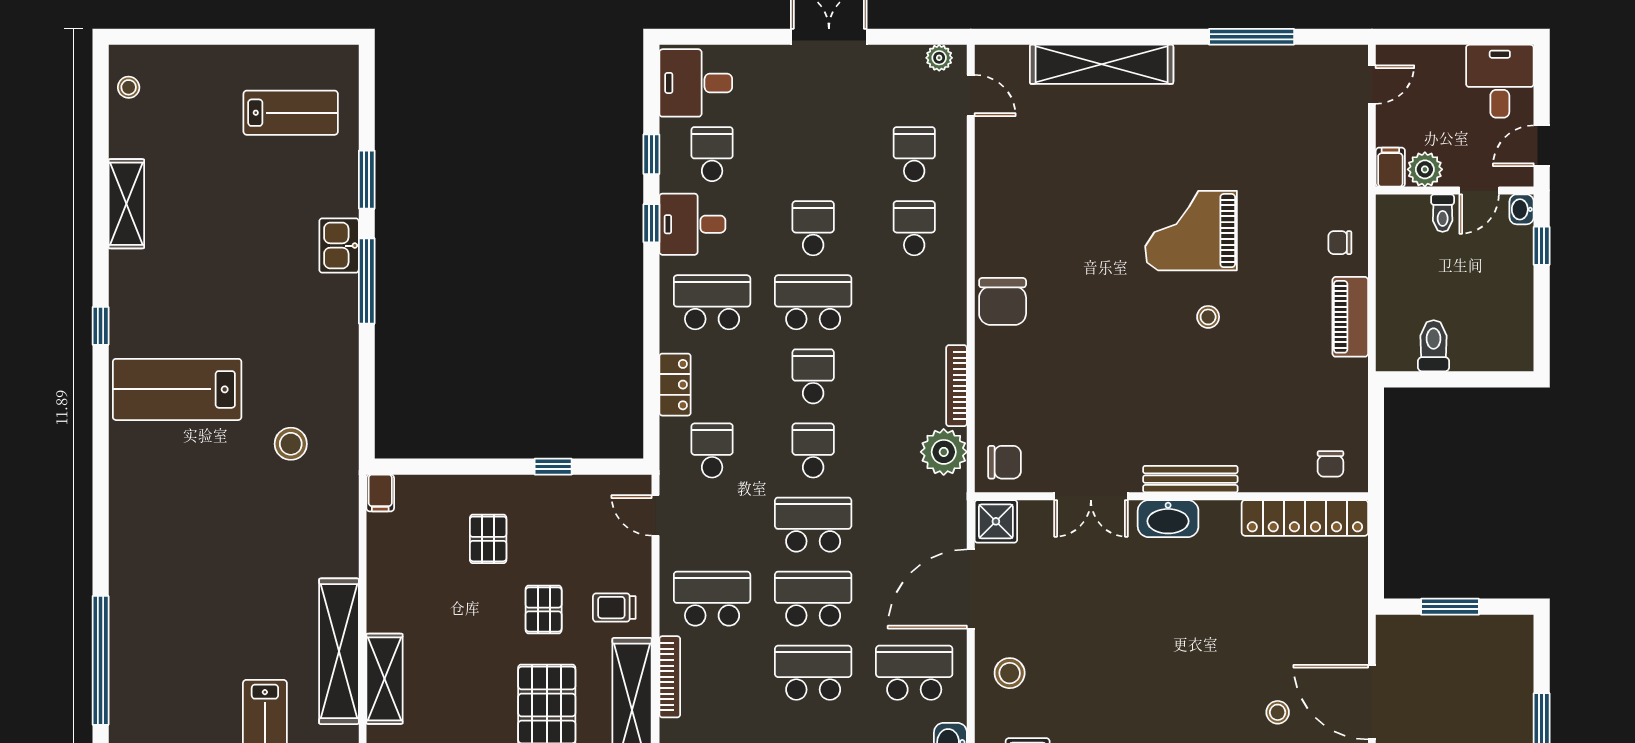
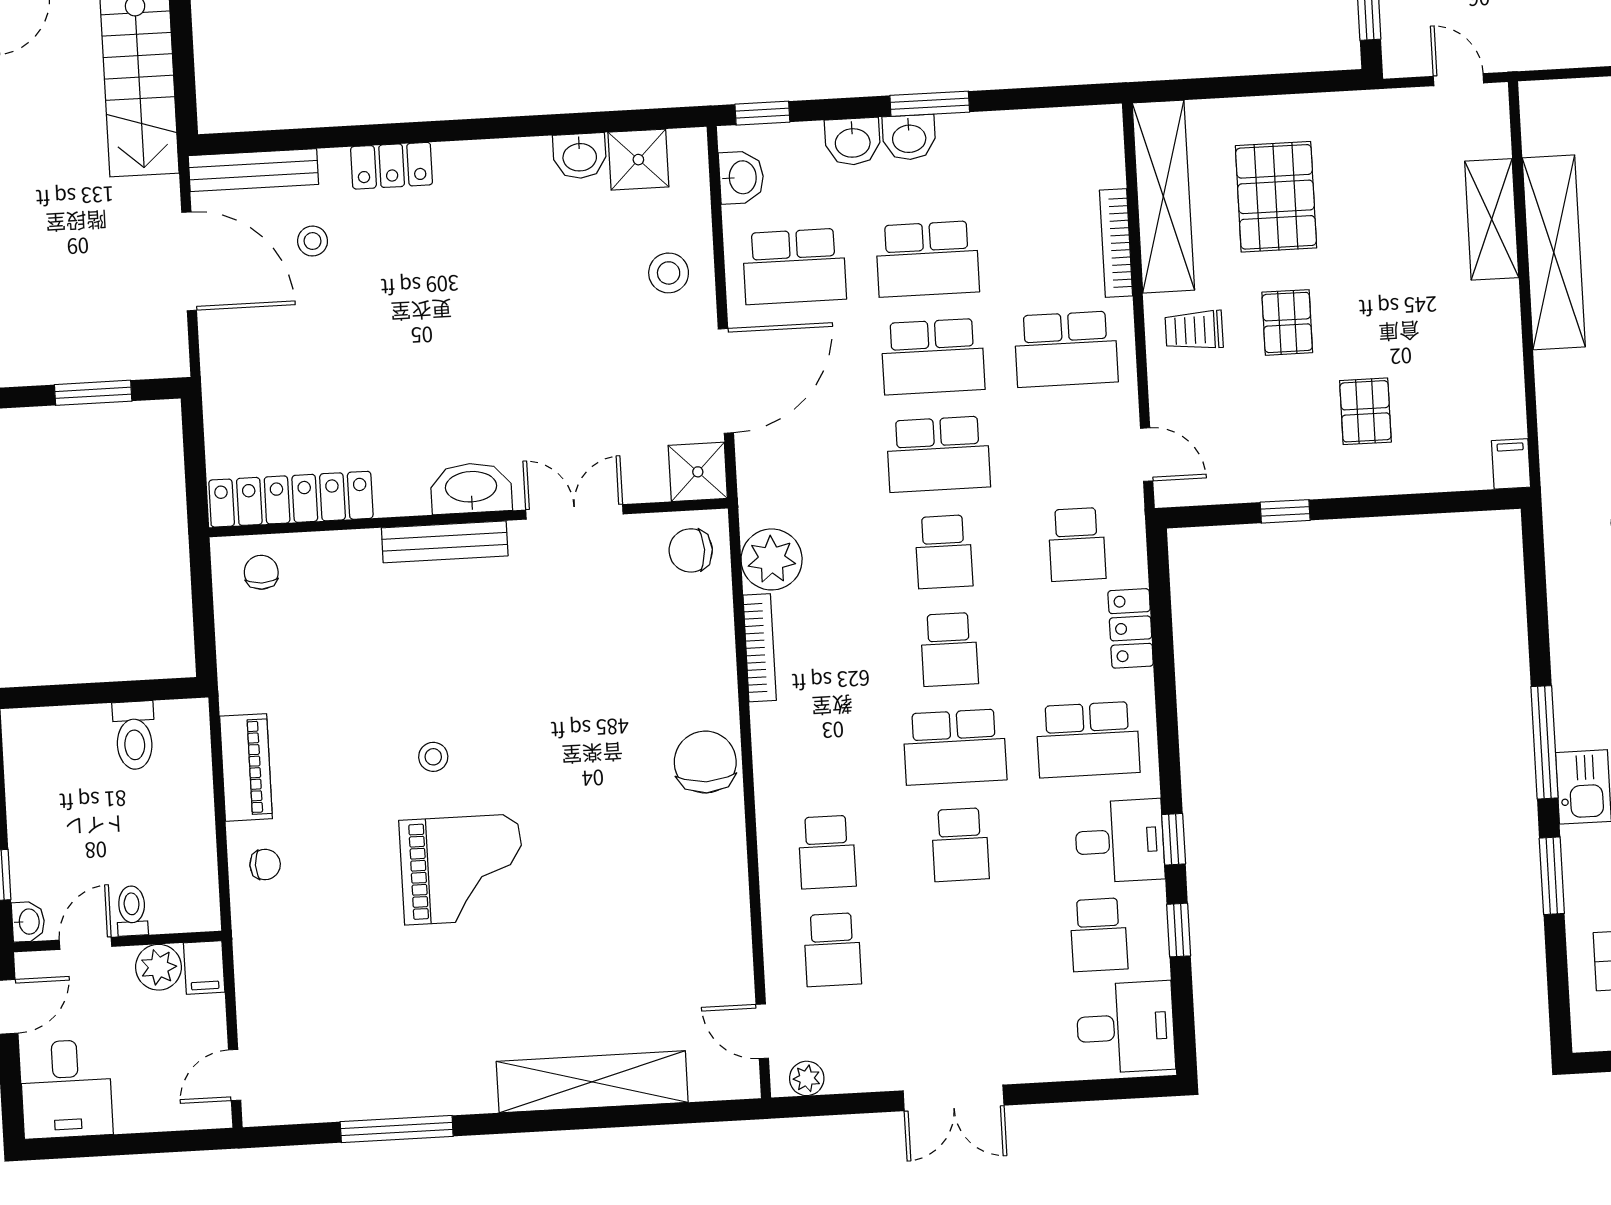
trolley: (614, 608) -> (1194, 330), turned 180

